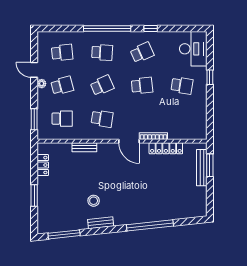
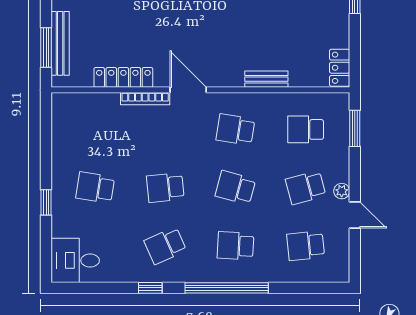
desk: (193, 49) -> (75, 260), width x0.73
school desk: (102, 86) -> (235, 188), turned 39
locker: (43, 165) -> (340, 68), moved

